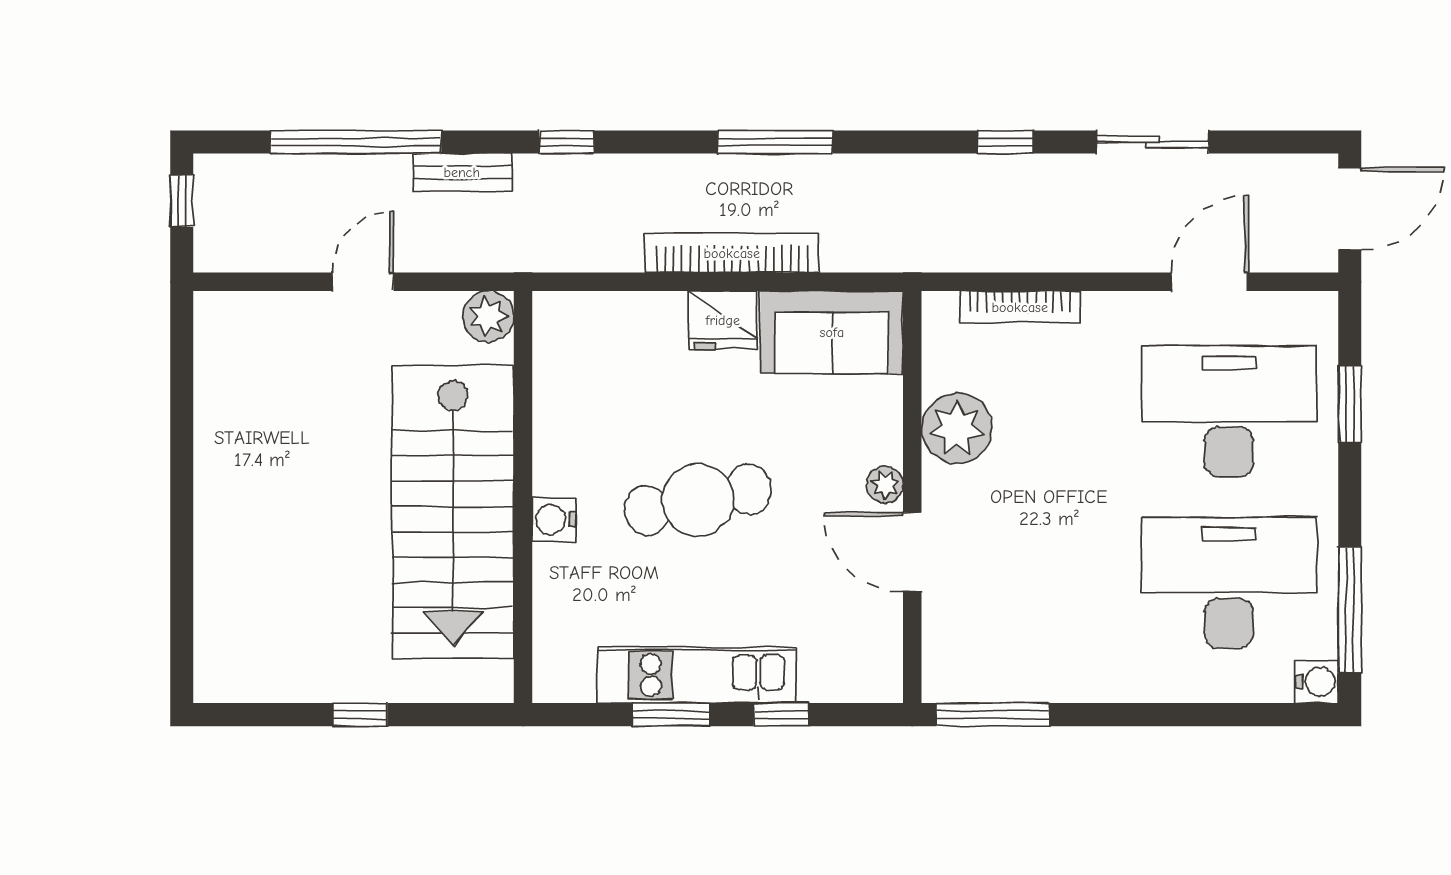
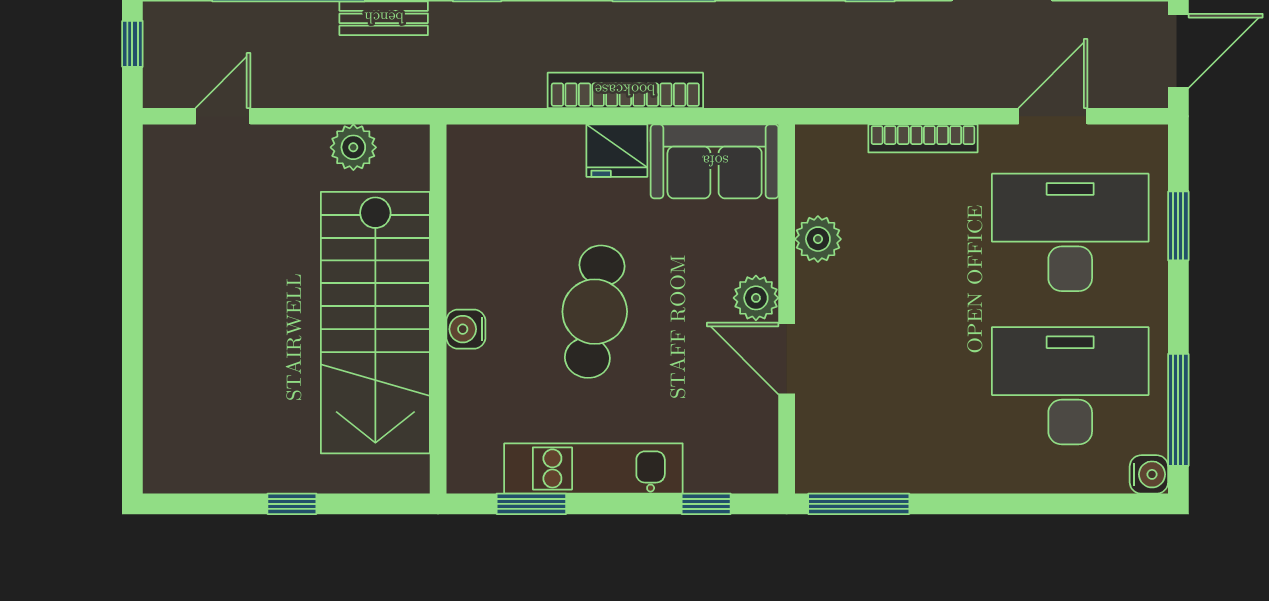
door: (363, 282) -> (223, 116), moved
bookcase: (1020, 307) -> (923, 138), moved
plant: (488, 316) -> (353, 147), moved
plant: (957, 428) -> (818, 239), width x0.73, depth x0.73
plant: (885, 485) -> (756, 298), width x1.38, depth x1.38
cafe table: (698, 500) -> (595, 312), turned -69
window: (671, 715) -> (531, 504), moved
window: (781, 715) -> (706, 504), moved

